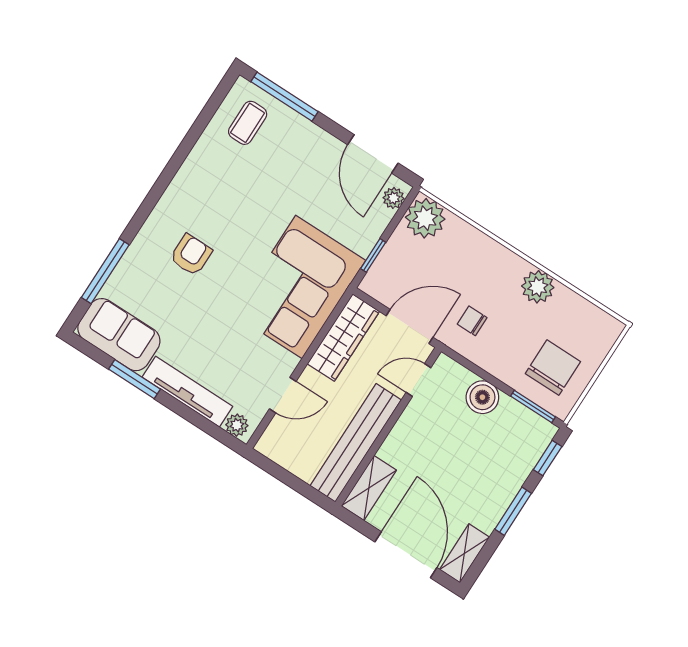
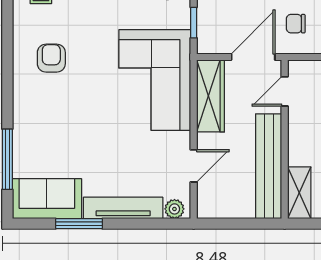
armchair: (191, 255) -> (51, 58), moved

